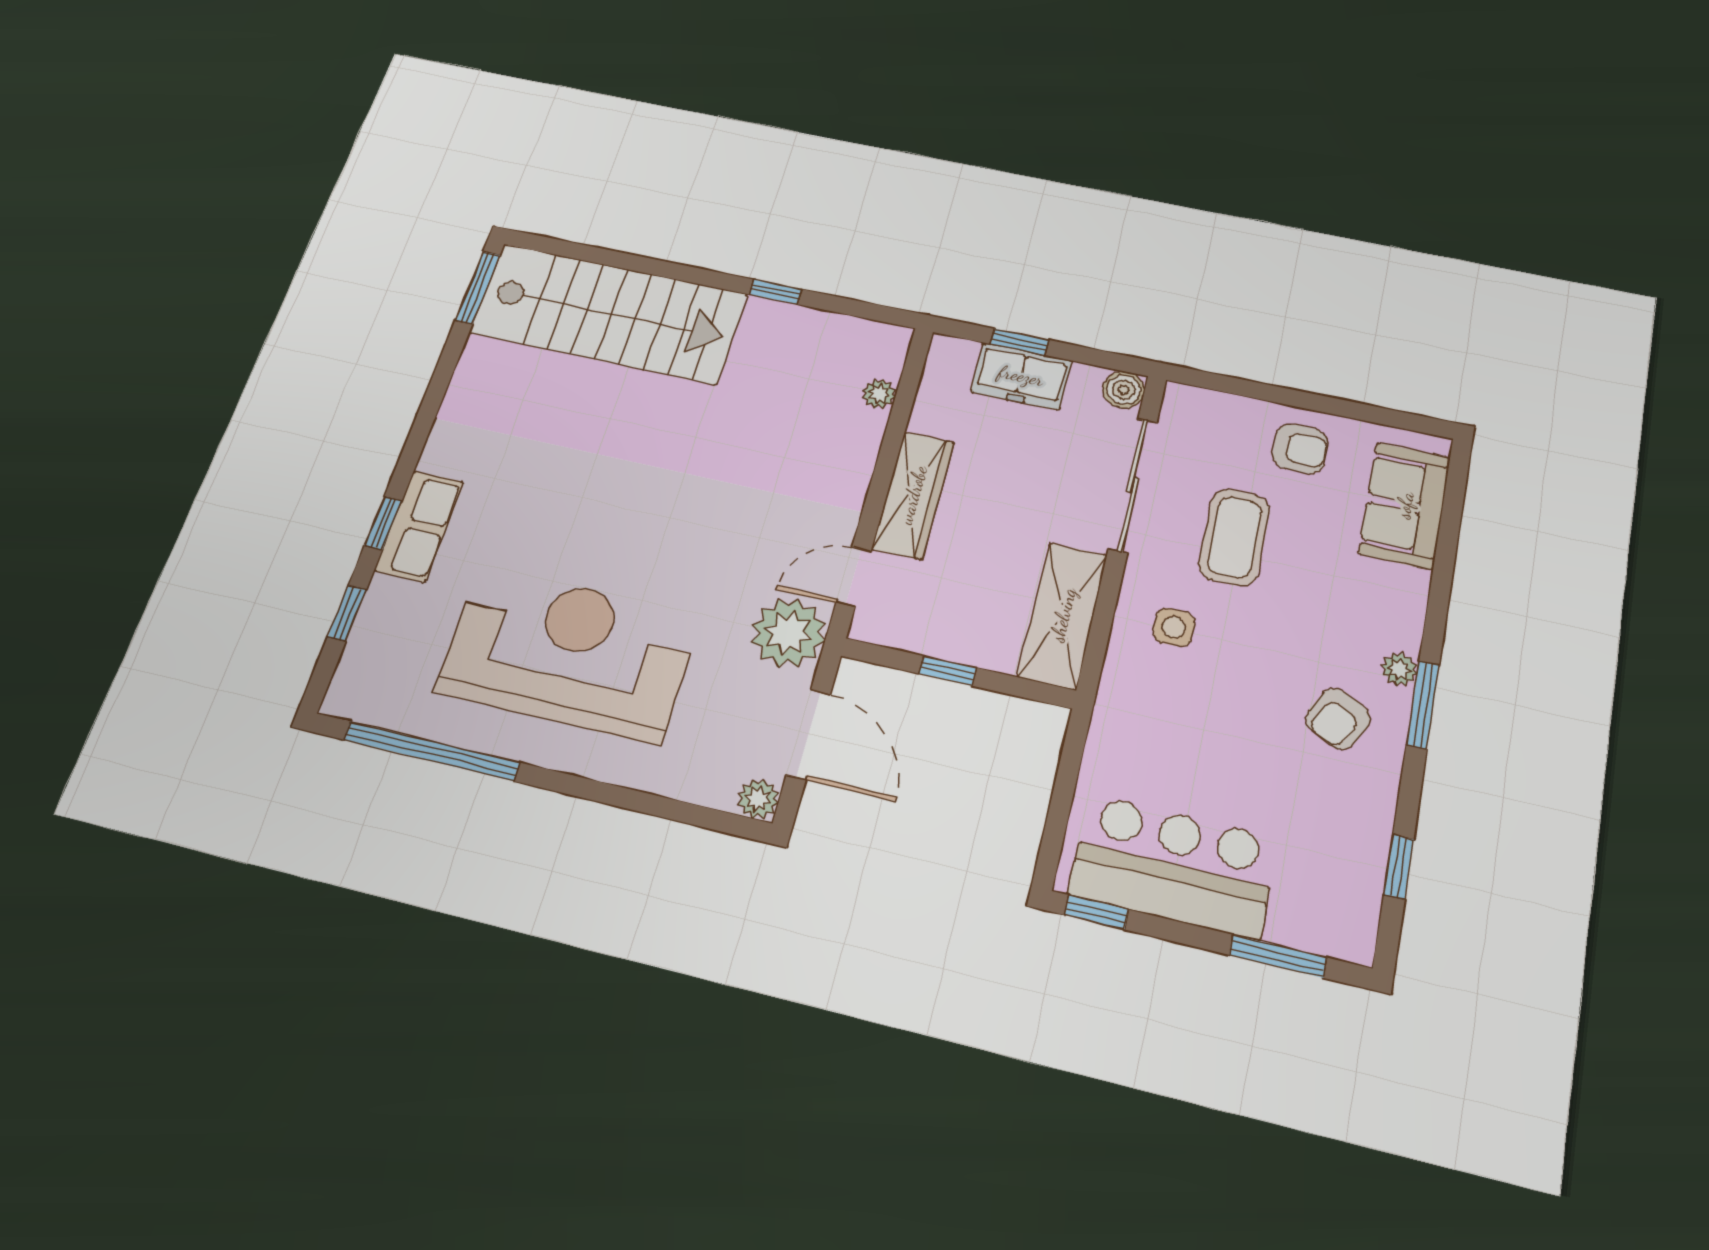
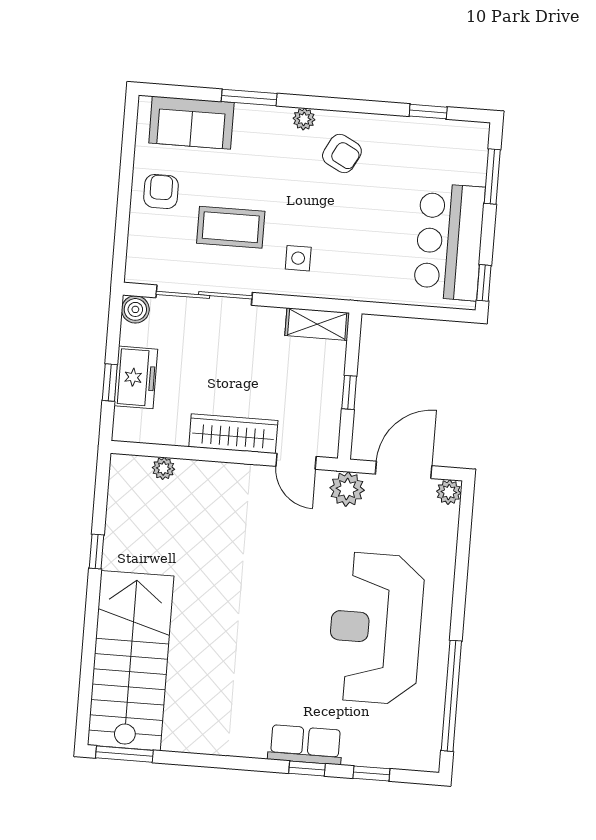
shelving: (1063, 615) -> (317, 324), width x0.67, depth x0.75
plant: (788, 633) -> (347, 489), width x0.73, depth x0.73
window: (1423, 705) -> (249, 97), moved

